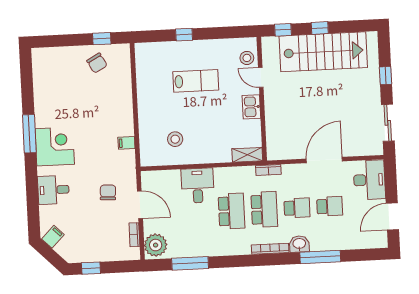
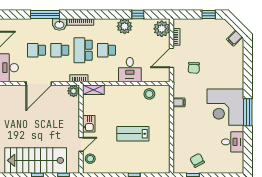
door: (261, 77) -> (81, 144), hinge flipped
lab bench: (196, 81) -> (133, 134), moved
stool: (175, 139) -> (149, 94), moved
corner desk: (55, 147) -> (225, 107), width x1.36, depth x1.36
plant: (275, 152) -> (74, 91), added
desk: (53, 190) -> (233, 142), moved
door: (140, 205) -> (171, 58), hinge flipped
school desk: (232, 211) -> (106, 50), width x0.54
plant: (208, 246) -> (125, 26), added
window: (190, 263) -> (138, 14), width x0.46

